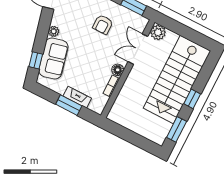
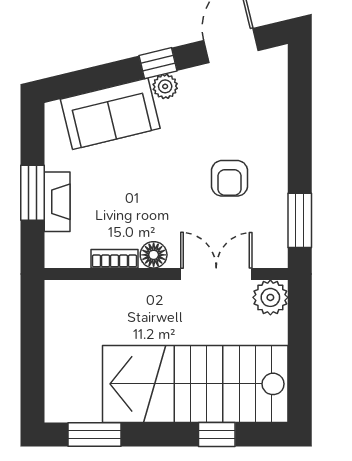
armchair: (103, 25) -> (230, 178), turned -90
window: (36, 60) -> (158, 63), moved
window: (192, 99) -> (217, 434), moved

